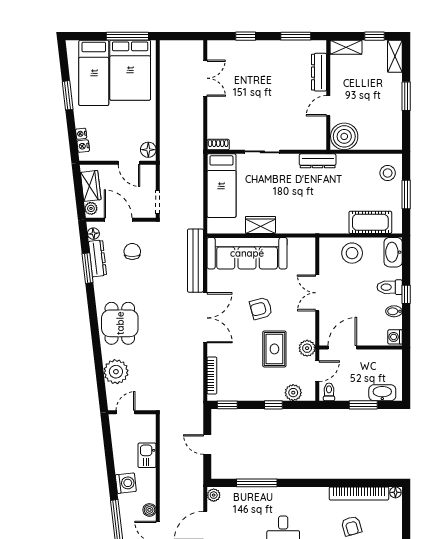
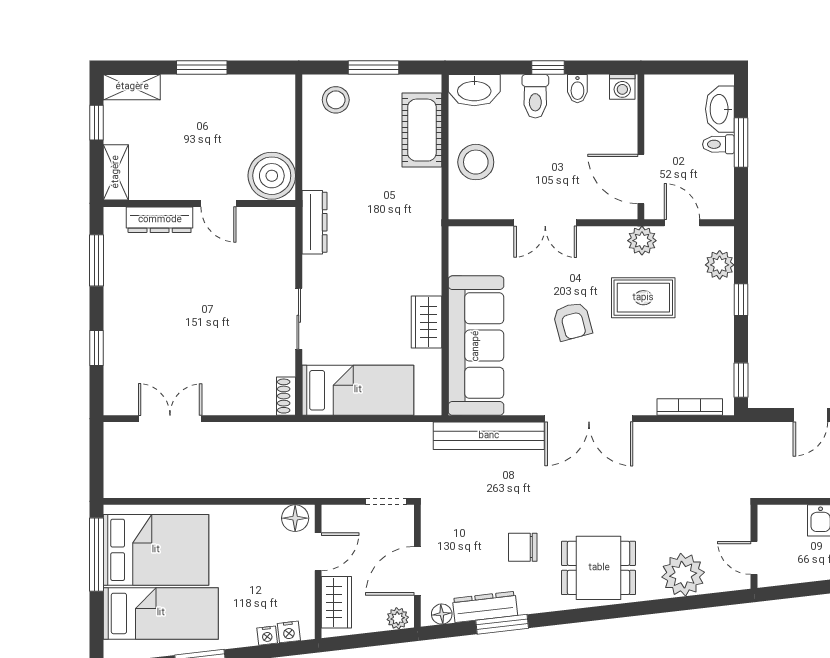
wardrobe: (91, 186) -> (336, 602), moved, turned 97
chair: (132, 251) -> (523, 547), moved
double door: (205, 318) -> (589, 419), swing flipped
toilet: (329, 392) -> (718, 144), moved

